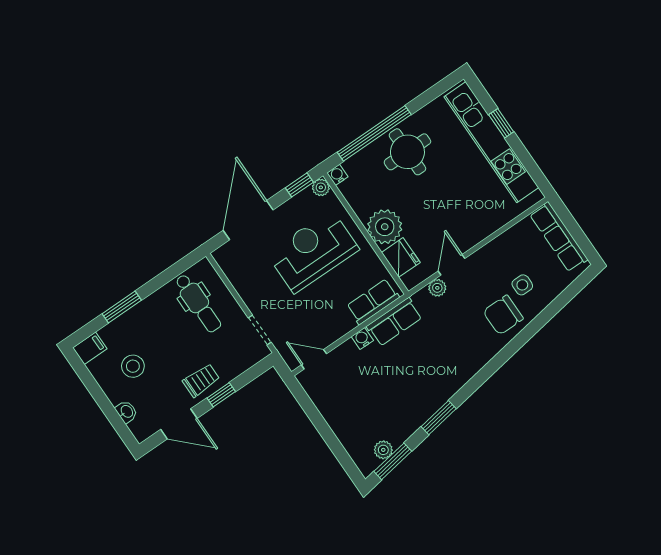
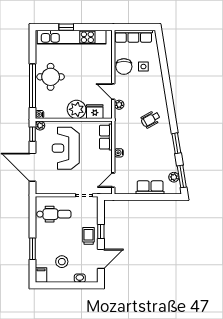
chair: (503, 315) -> (124, 67), moved
row of seats: (394, 322) -> (150, 187), moved, turned -90
wheelchair: (448, 352) -> (151, 119), added

